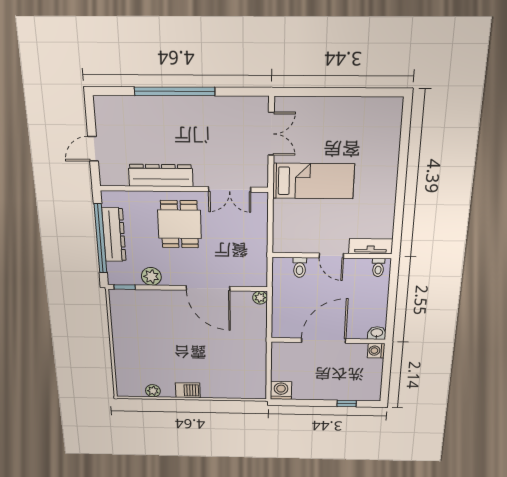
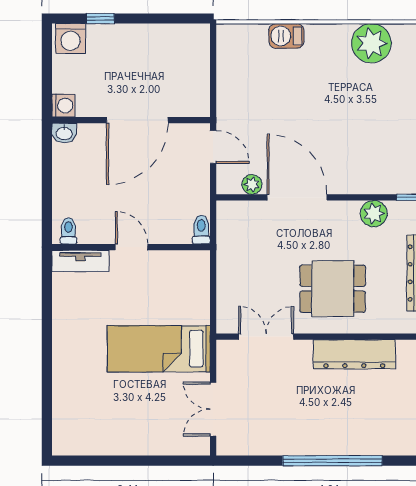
dining table: (180, 224) -> (333, 289), turned 90
toilet: (300, 267) -> (201, 230), moved
plant: (260, 298) -> (252, 184), moved
door: (269, 322) -> (213, 147), added
barbecue: (188, 390) -> (286, 36), moved
washing machine: (281, 390) -> (71, 38), moved
plant: (153, 391) -> (371, 43), width x1.88, depth x1.88

